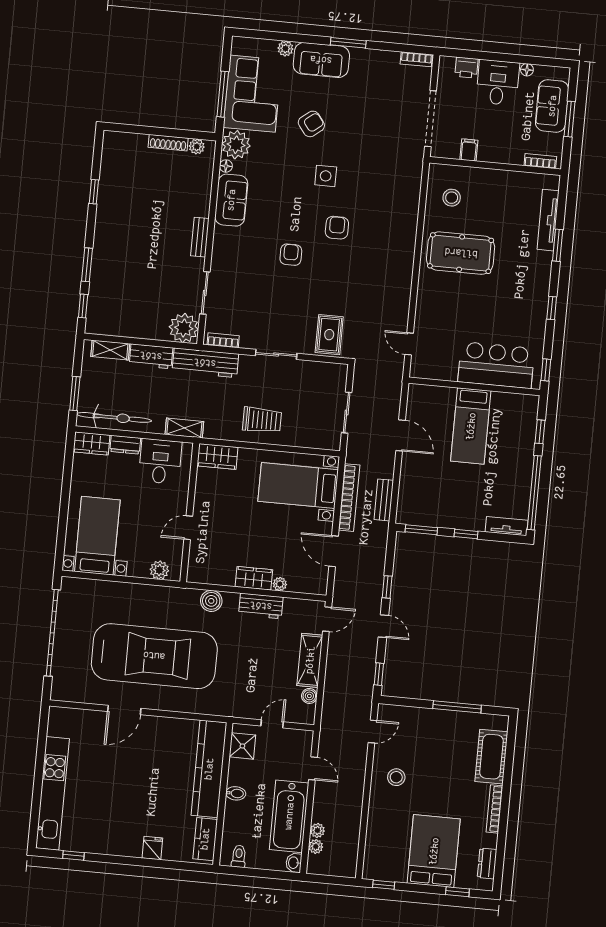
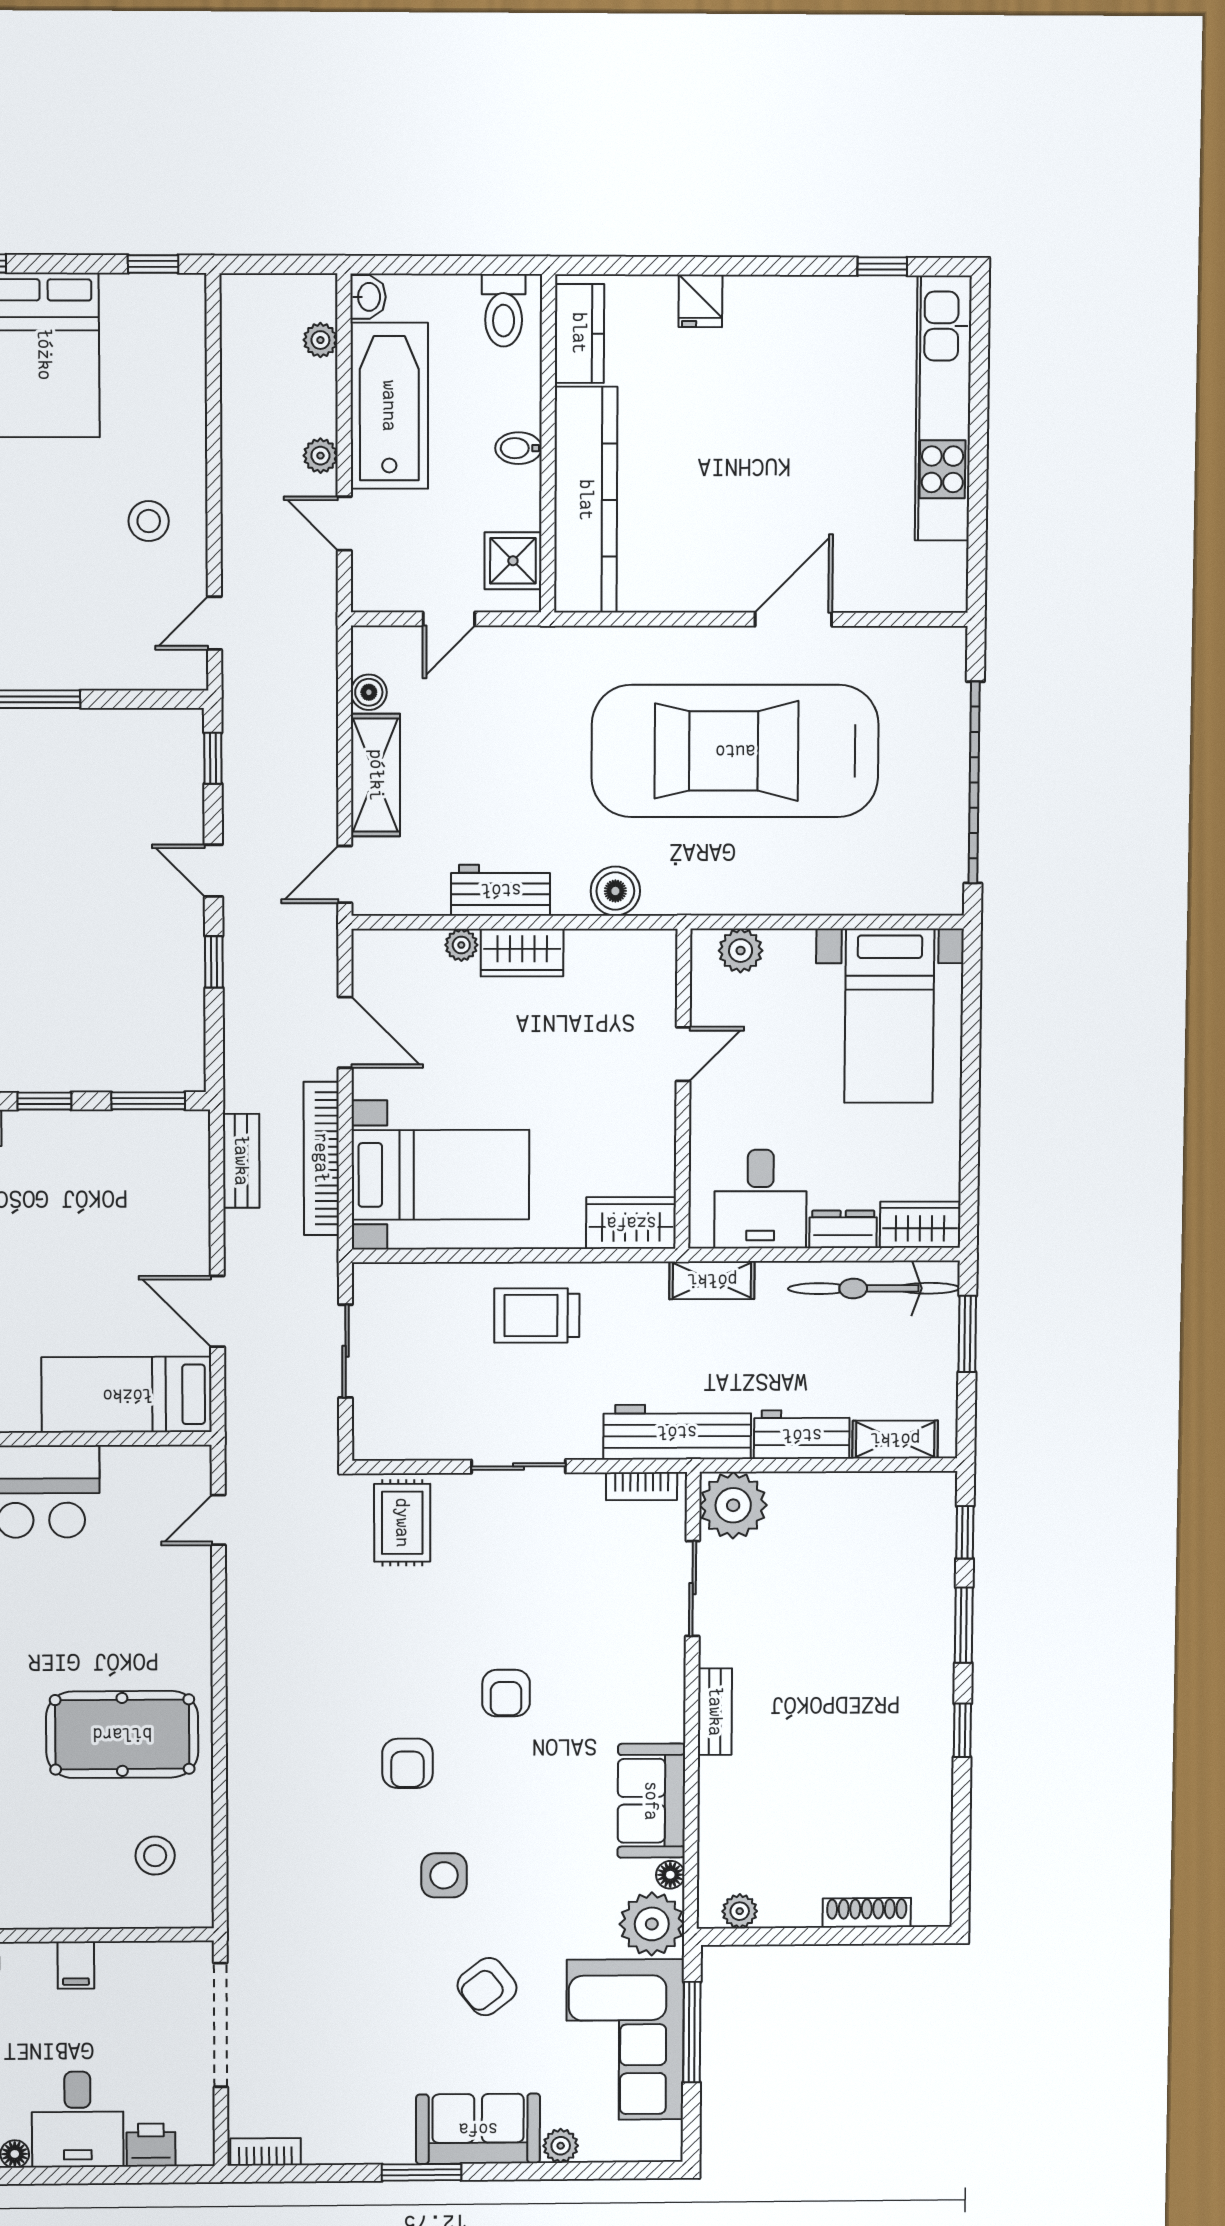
shoe rack: (168, 143) -> (867, 1913), moved
filing cabinet: (469, 150) -> (76, 1965), moved
window: (94, 192) -> (962, 1730), moved
door: (409, 344) -> (218, 1520), swing flipped
bed: (471, 426) -> (127, 1395), moved, turned -90
plant: (317, 830) -> (320, 456), moved
toilet: (239, 856) -> (504, 310), width x1.37, depth x1.39

